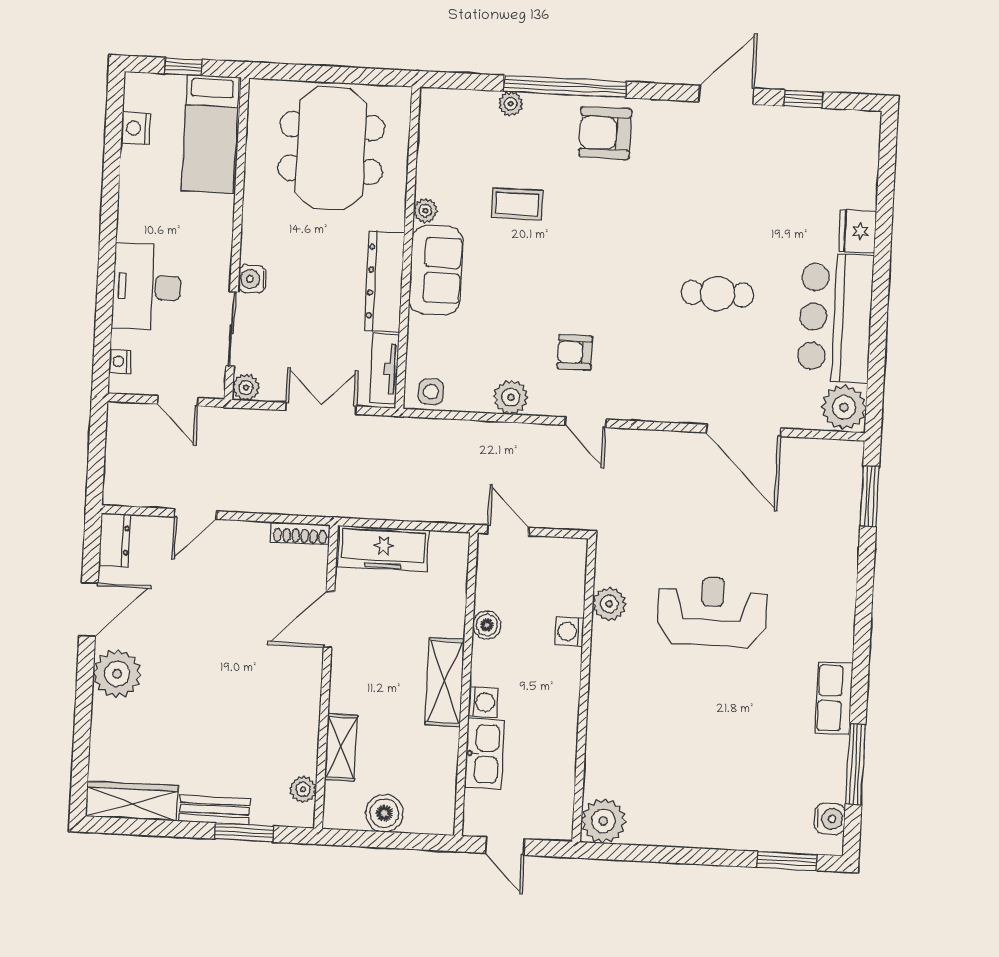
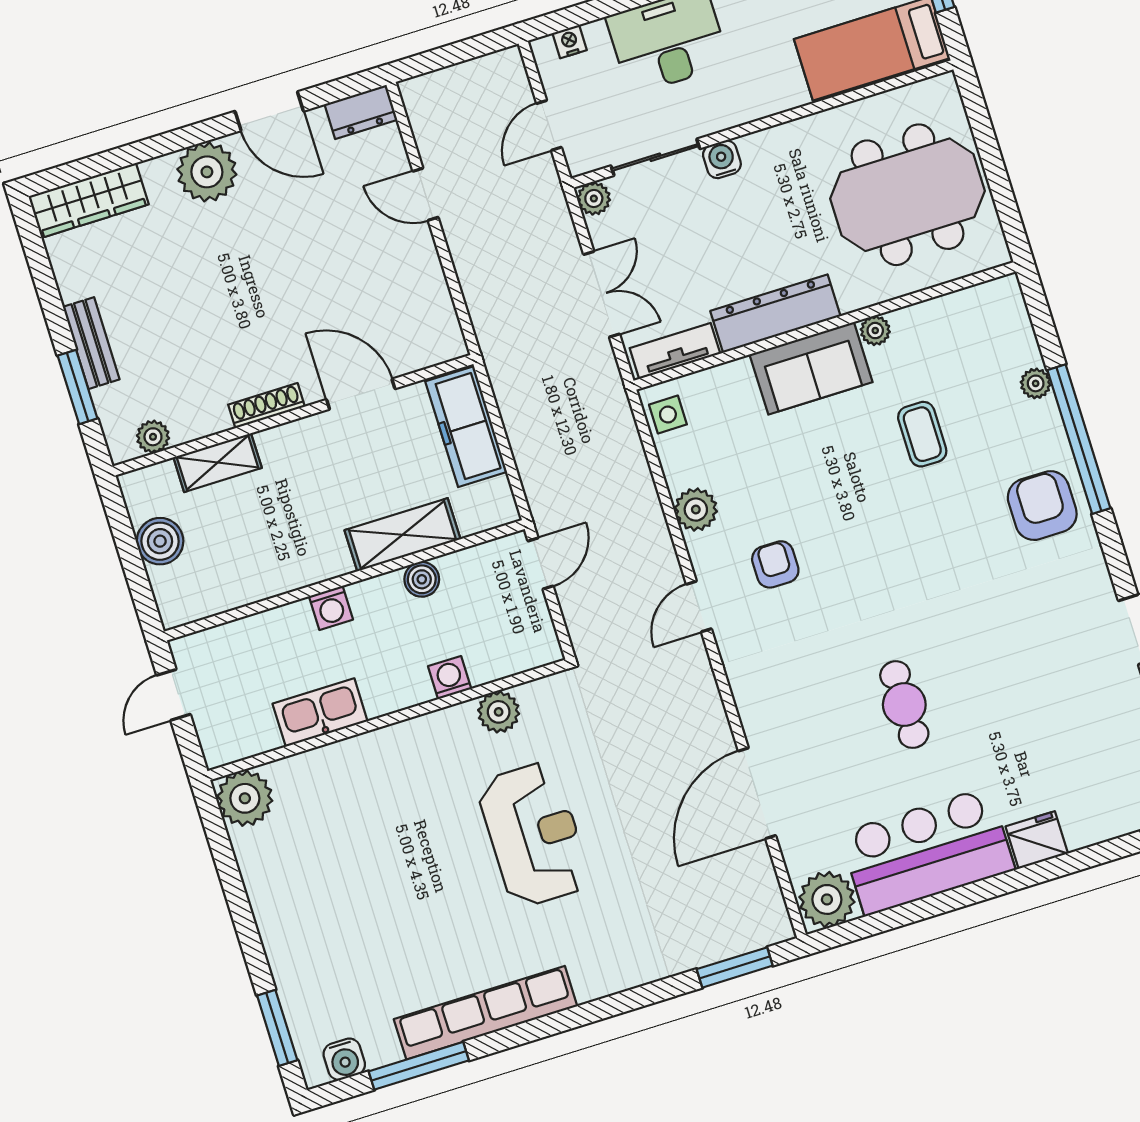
shoe rack: (300, 533) -> (267, 406), moved, turned 90
shelving: (445, 682) -> (403, 535), moved
row of seats: (834, 698) -> (486, 1013), width x2.02
kitchen sink: (484, 754) -> (320, 712), moved, turned 180
wardrobe: (132, 801) -> (89, 200), moved, turned 90

